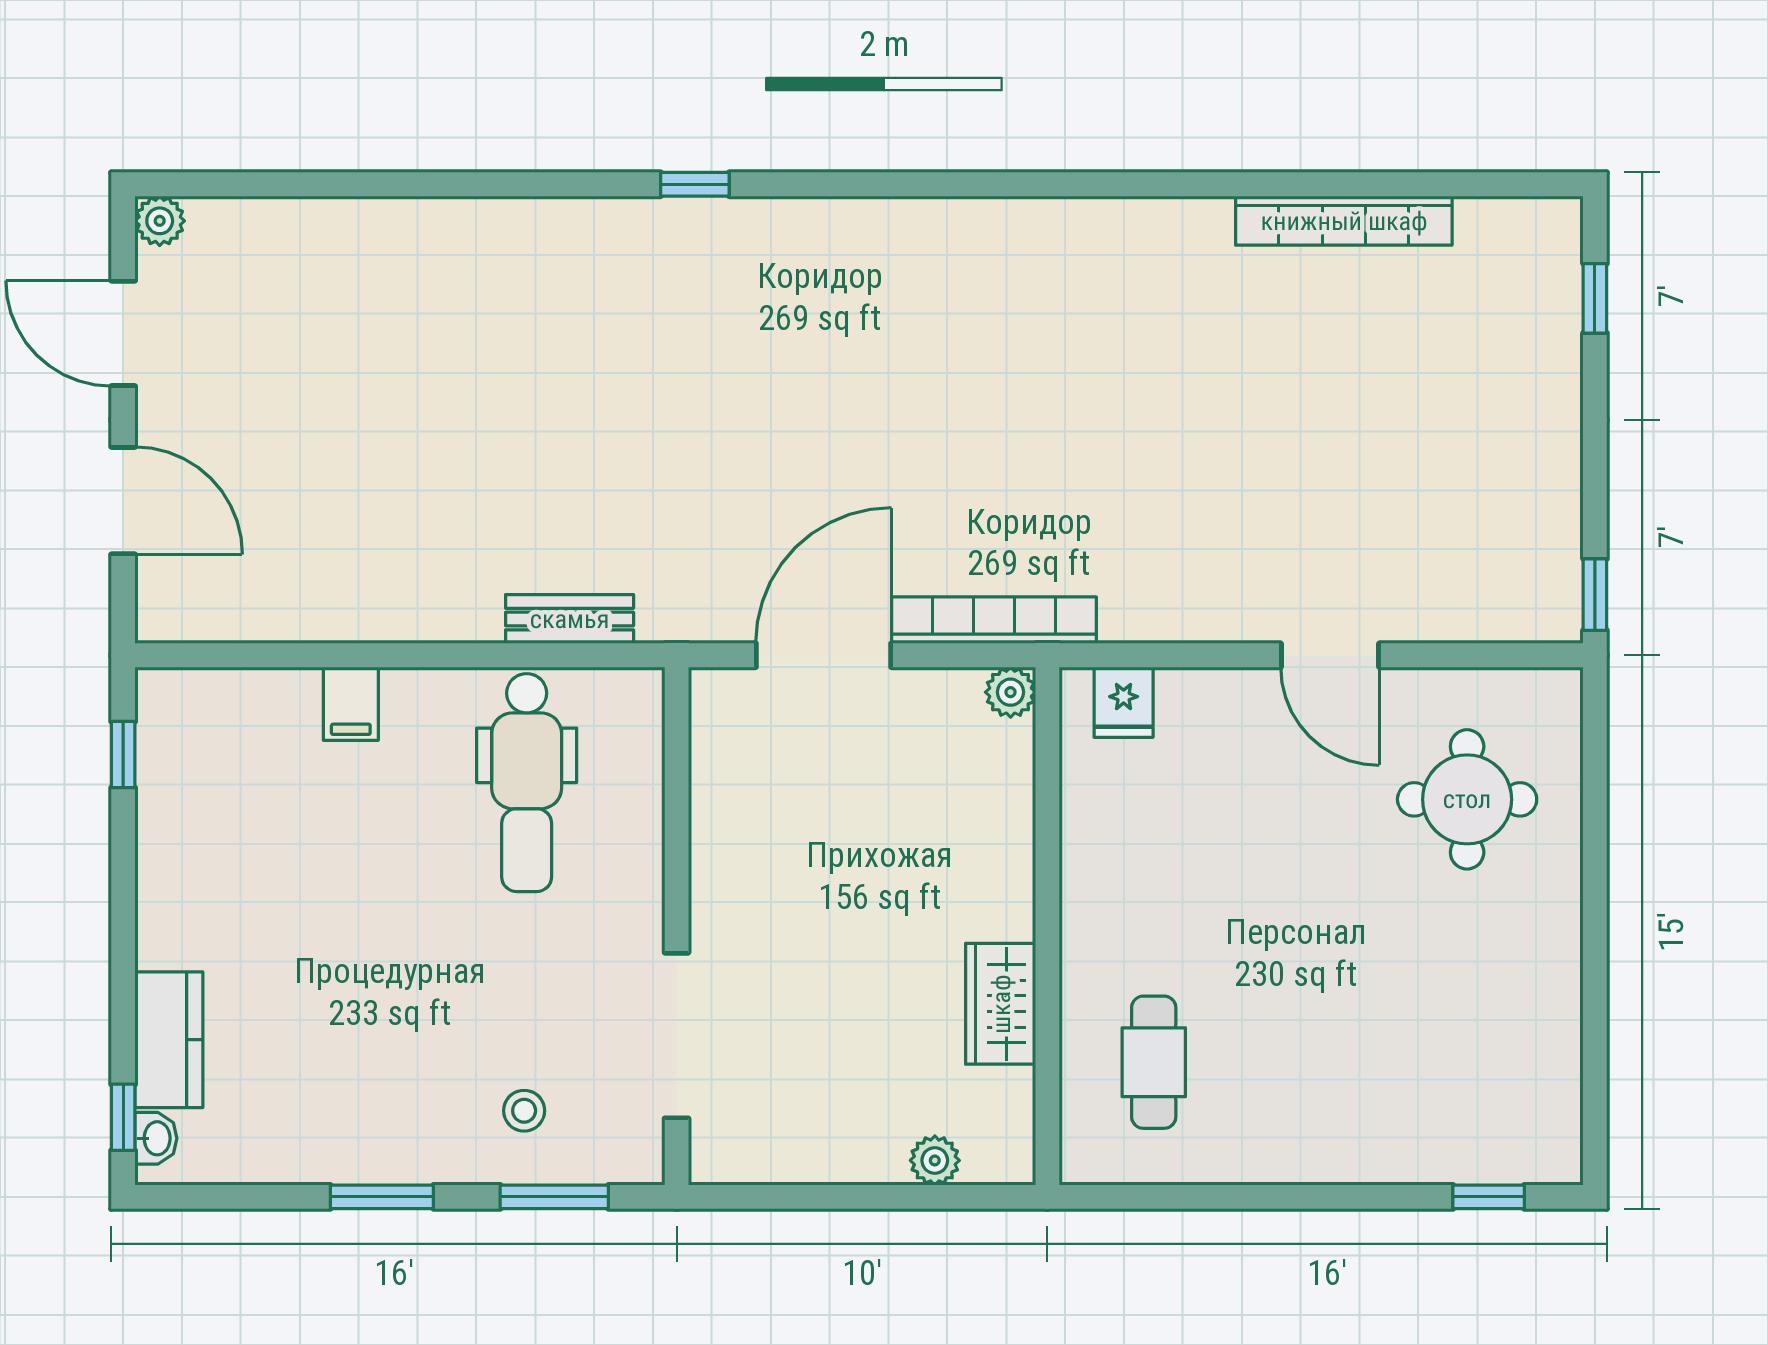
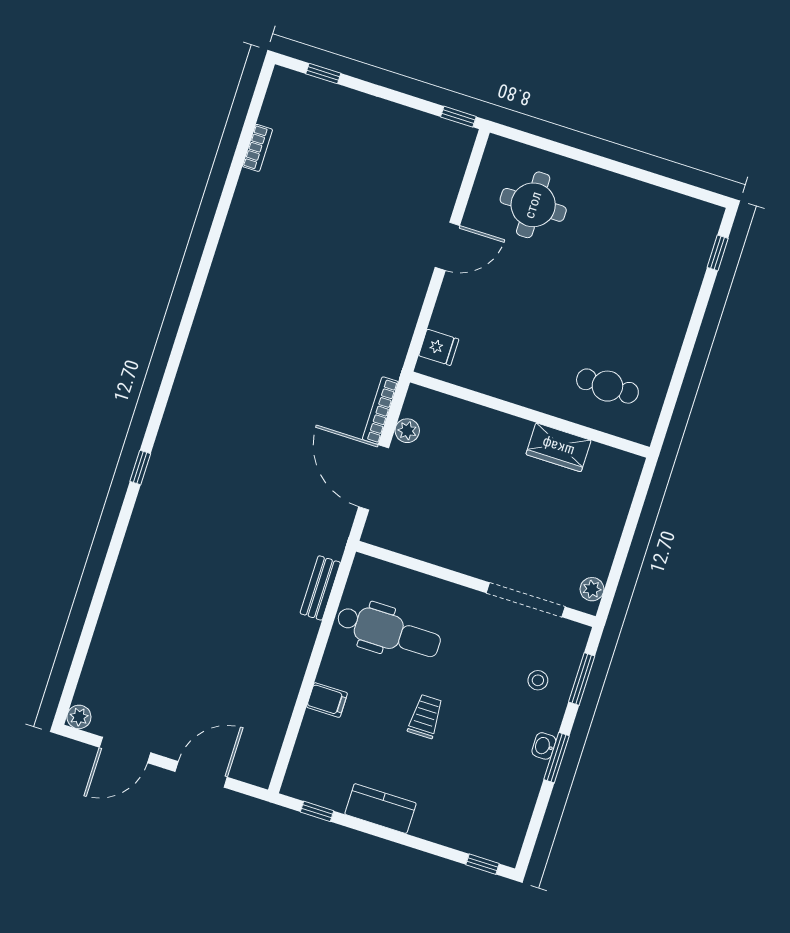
bookcase: (1344, 221) -> (257, 148), width x0.43, depth x0.76
bookcase: (994, 620) -> (380, 411), width x0.68, depth x0.76
plant: (1011, 692) -> (407, 431), moved
trolley: (381, 910) -> (425, 716), added
kitchen counter: (169, 1040) -> (380, 809), moved
washbasin: (156, 1138) -> (544, 746), moved, turned -90
plant: (935, 1160) -> (592, 589), moved

